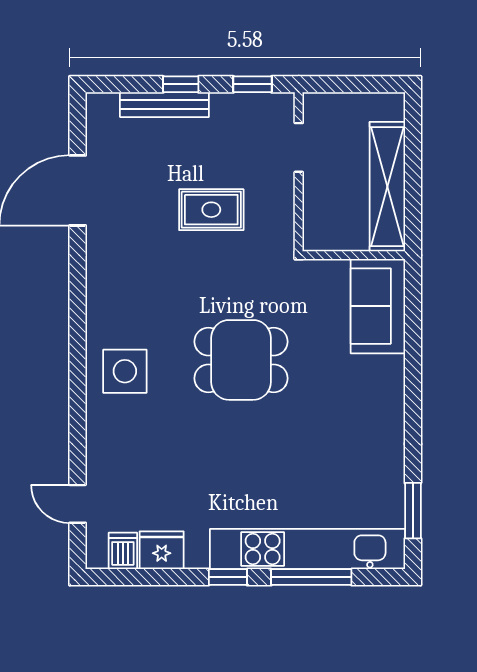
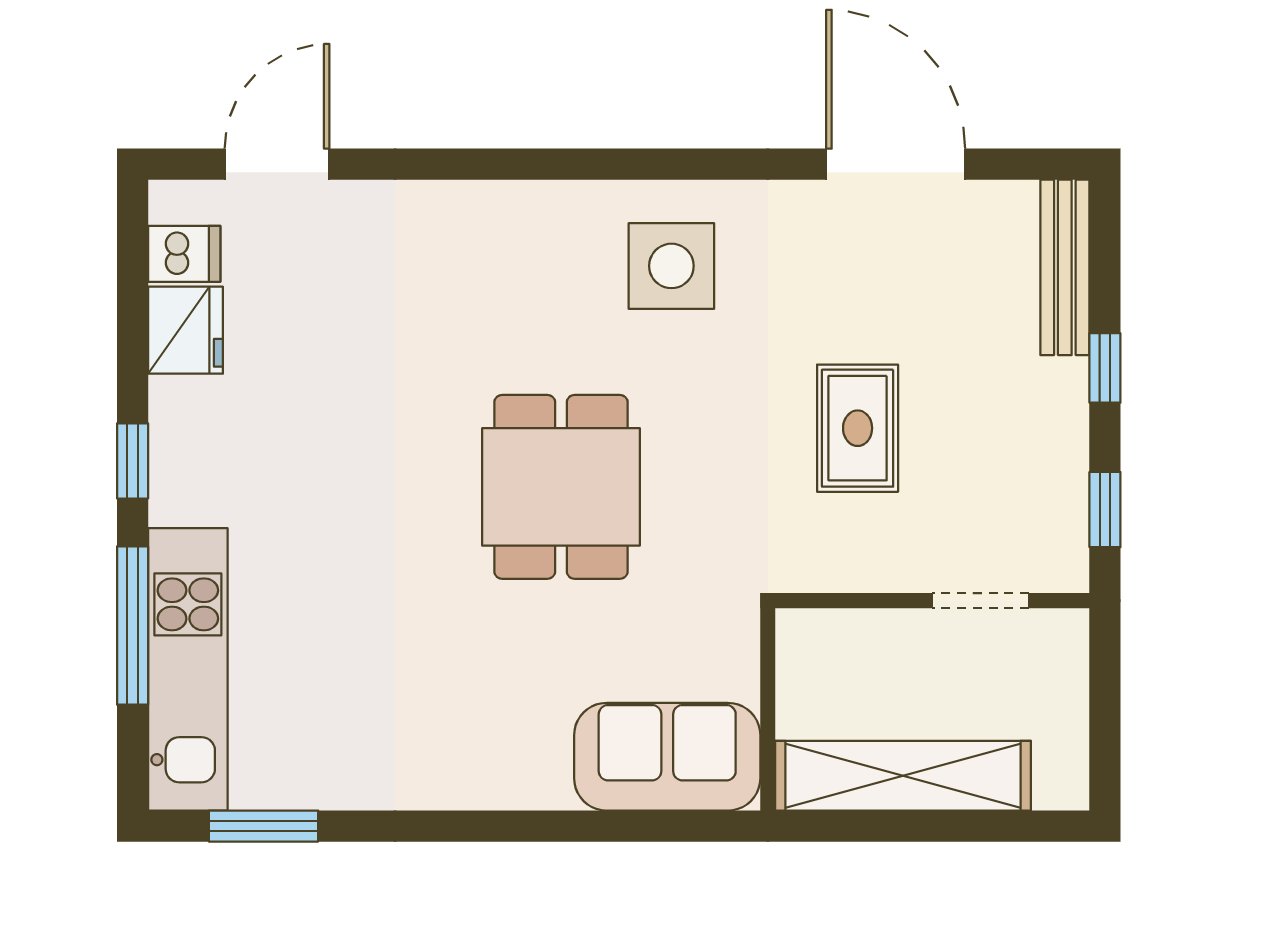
bench: (164, 105) -> (1065, 267), moved
side table: (125, 371) -> (671, 266), moved
door: (78, 504) -> (277, 164), width x1.37
kitchen unit: (307, 549) -> (188, 669), width x0.73

